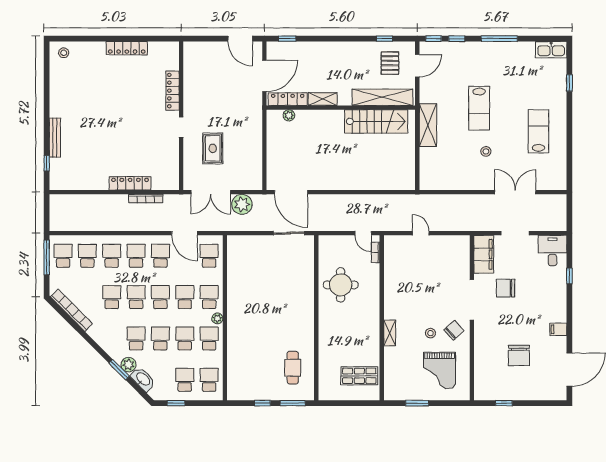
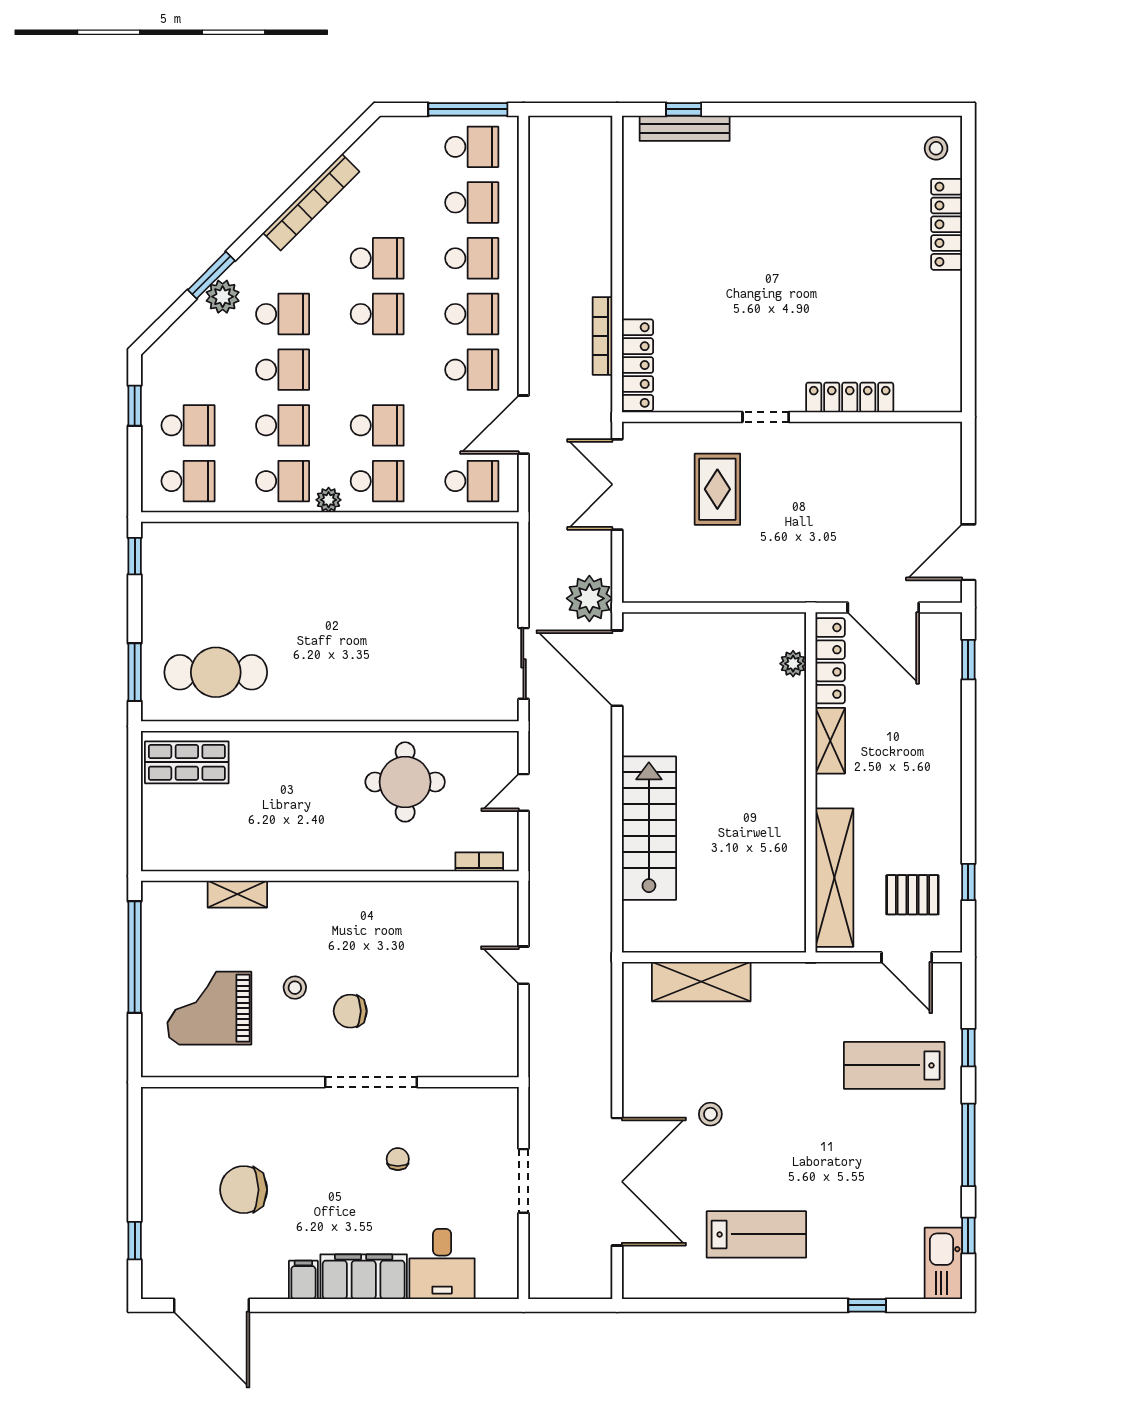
window: (434, 39) -> (968, 1236), moved
locker: (127, 48) -> (947, 224), moved
lab bench: (479, 108) -> (894, 1065), moved
stairs: (376, 121) -> (649, 828), moved, turned 180
shelving: (428, 125) -> (701, 982), moved
bench: (55, 138) -> (685, 128), moved
rug: (213, 148) -> (717, 489), turned 90
locker: (130, 183) -> (637, 365), moved
door: (291, 192) -> (617, 668), hinge flipped
double door: (515, 192) -> (617, 1182), width x1.36
plant: (242, 204) -> (589, 598), moved
door: (363, 233) -> (523, 792), moved
door: (421, 233) -> (523, 965), swing flipped
desk: (552, 251) -> (442, 1264), moved, turned 90
filing cabinet: (484, 254) -> (364, 1277), moved, turned 180
window: (569, 276) -> (425, 1305), removed
chair: (506, 288) -> (398, 1159), width x0.54, depth x0.54
school desk: (160, 297) -> (377, 370), removed
bookcase: (71, 310) -> (311, 202), moved
chair: (454, 330) -> (350, 1011), moved, turned 132
shelving: (390, 333) -> (237, 894), moved
cafe table: (293, 368) -> (216, 672), width x1.37, depth x1.35
shop shelf: (359, 376) -> (187, 762), moved, turned 90
washbasin: (143, 379) -> (189, 330), removed
window: (262, 403) -> (135, 556), moved
window: (417, 403) -> (135, 957), width x2.11
window: (504, 403) -> (135, 1241), moved

